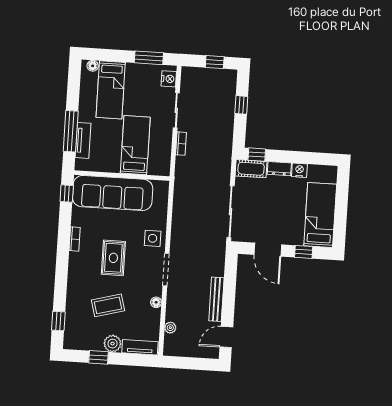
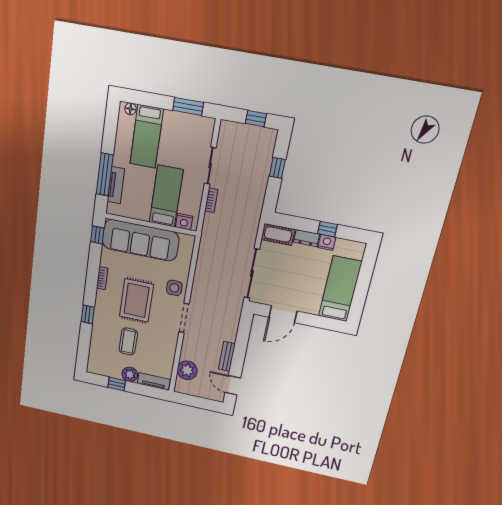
nightstand: (169, 79) -> (184, 222), moved, turned 90
window: (257, 155) -> (327, 229), moved
door: (268, 250) -> (283, 314), hinge flipped
window: (304, 252) -> (318, 321), removed
rug: (113, 258) -> (136, 300), width x1.36, depth x1.43
bench: (216, 299) -> (227, 356), width x0.73
floor lamp: (156, 302) -> (172, 346), removed
coffee table: (108, 305) -> (128, 342), turned -75
window: (58, 321) -> (88, 314), moved
plant: (170, 328) -> (187, 370), width x1.87, depth x1.87
door: (226, 337) -> (233, 385), hinge flipped

